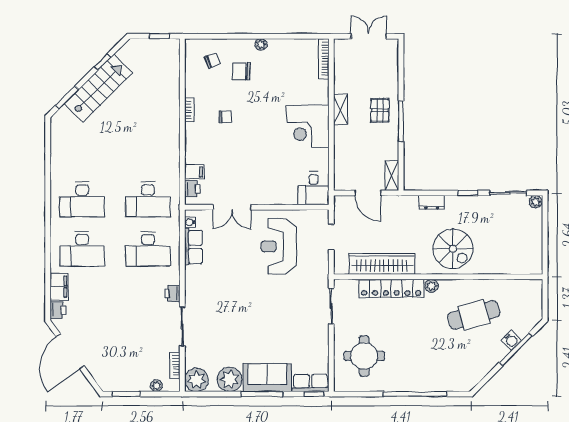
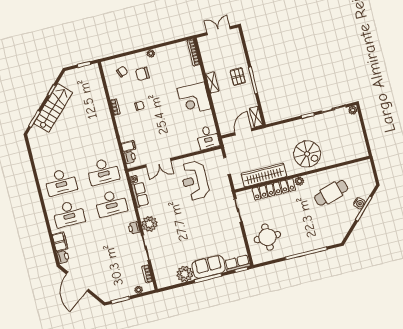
door: (368, 193) -> (243, 132), swing flipped
dresser: (432, 202) -> (286, 127), removed
plant: (197, 380) -> (149, 224), moved

